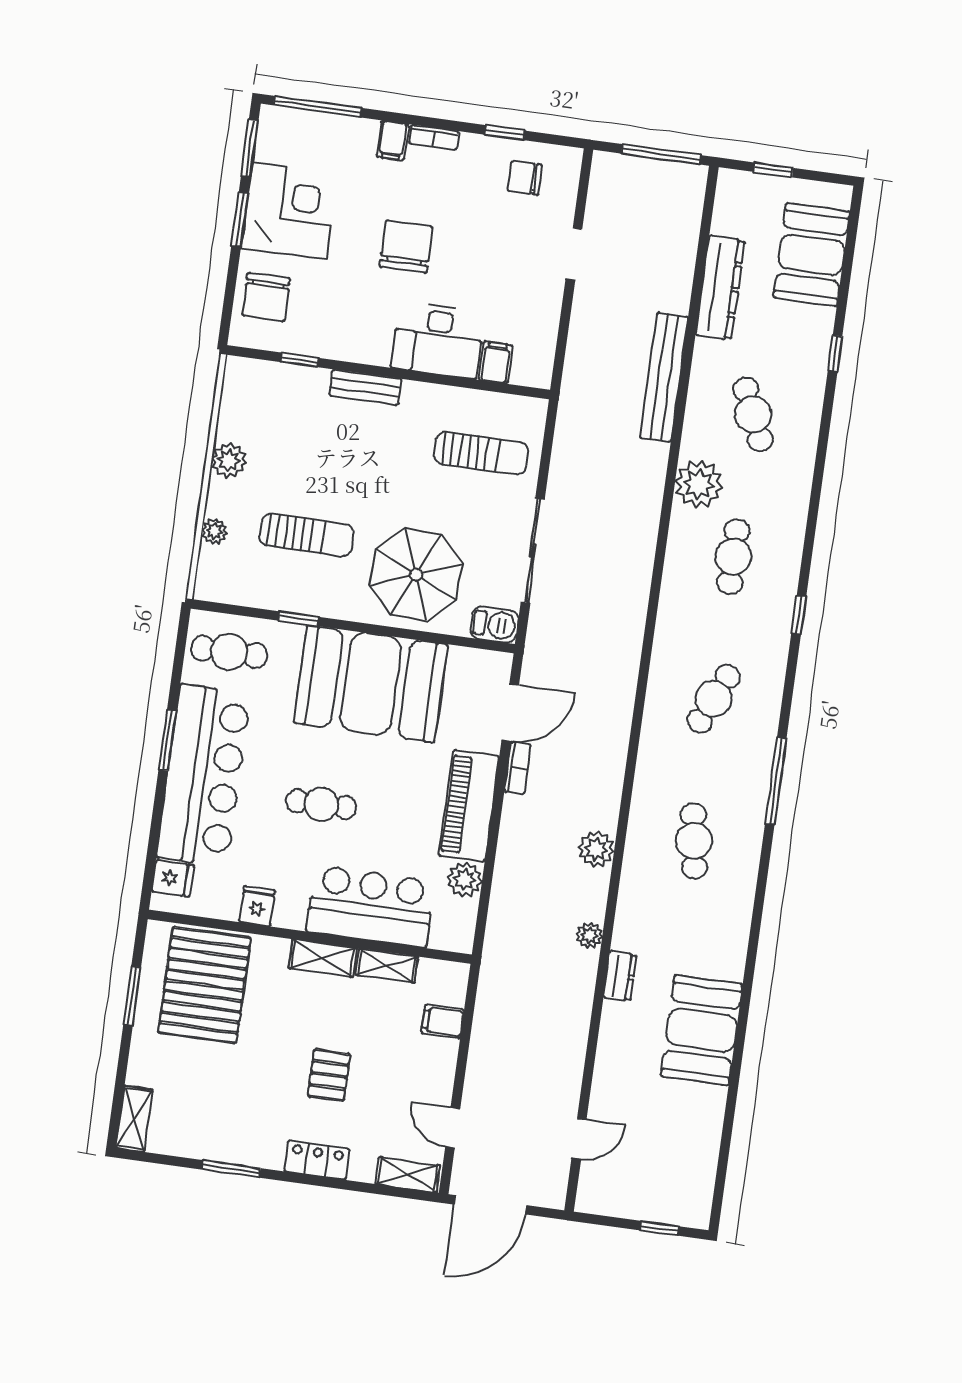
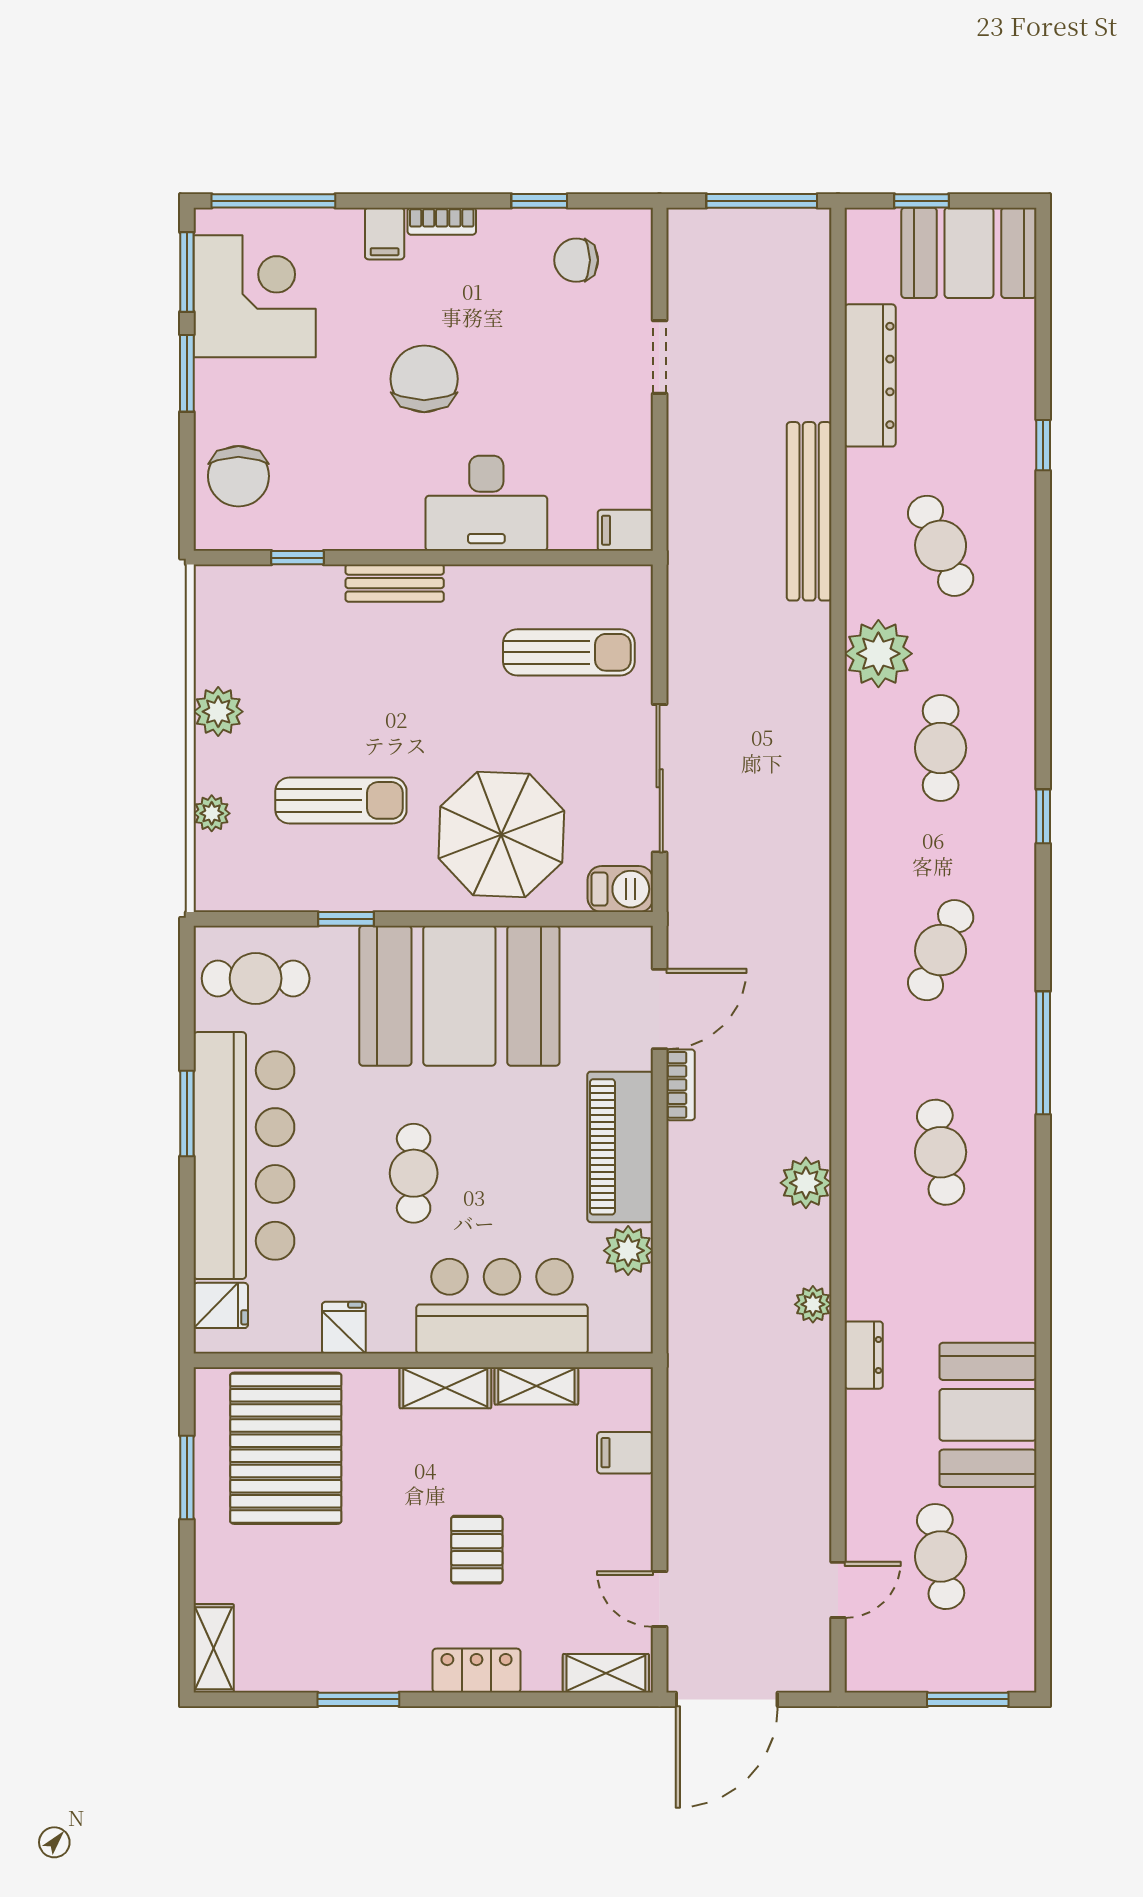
corner desk: (290, 211) -> (255, 296), moved
booth: (812, 255) -> (969, 253), moved, turned 90
filing cabinet: (496, 363) -> (625, 530), moved, turned -90
cafe table: (321, 804) -> (414, 1173), turned 90
cafe table: (654, 1125) -> (941, 1557), added
window: (660, 1228) -> (968, 1699), width x1.50

